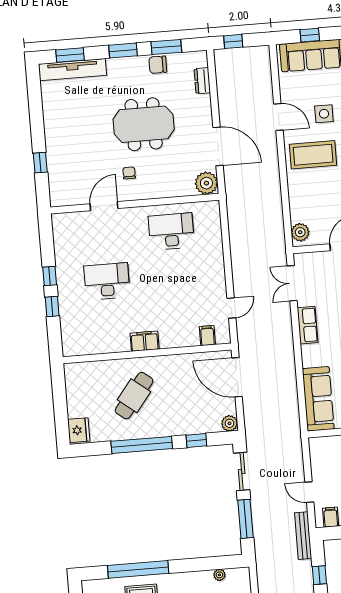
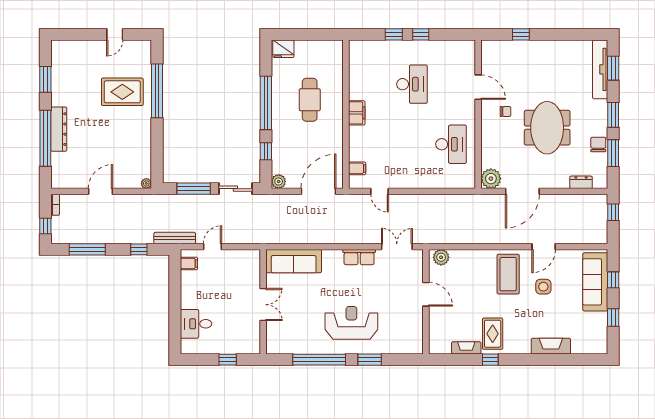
cafe table: (134, 396) -> (310, 100), turned 52
plant: (219, 575) -> (146, 183), moved

